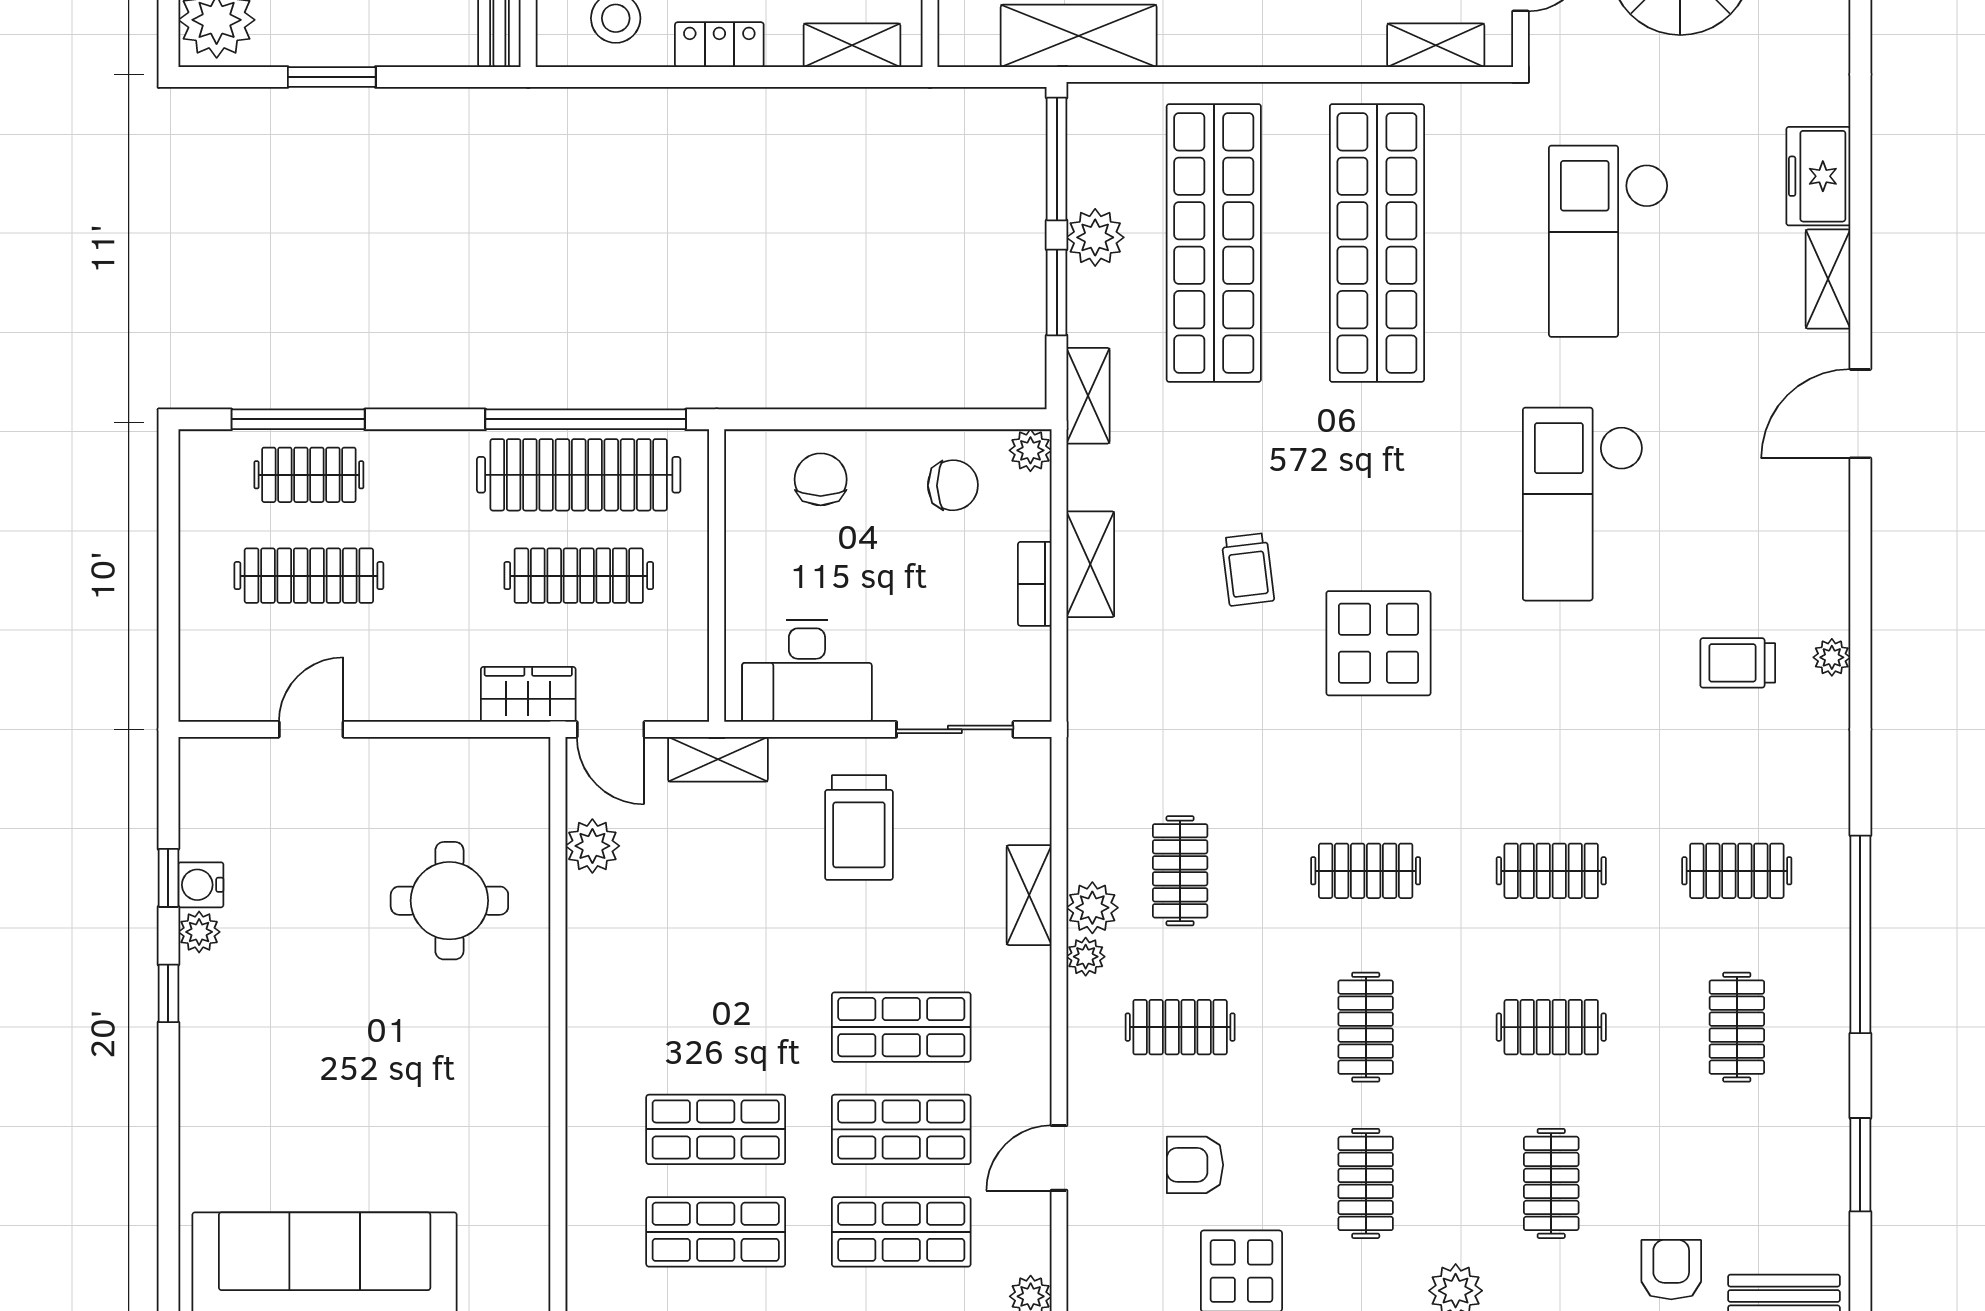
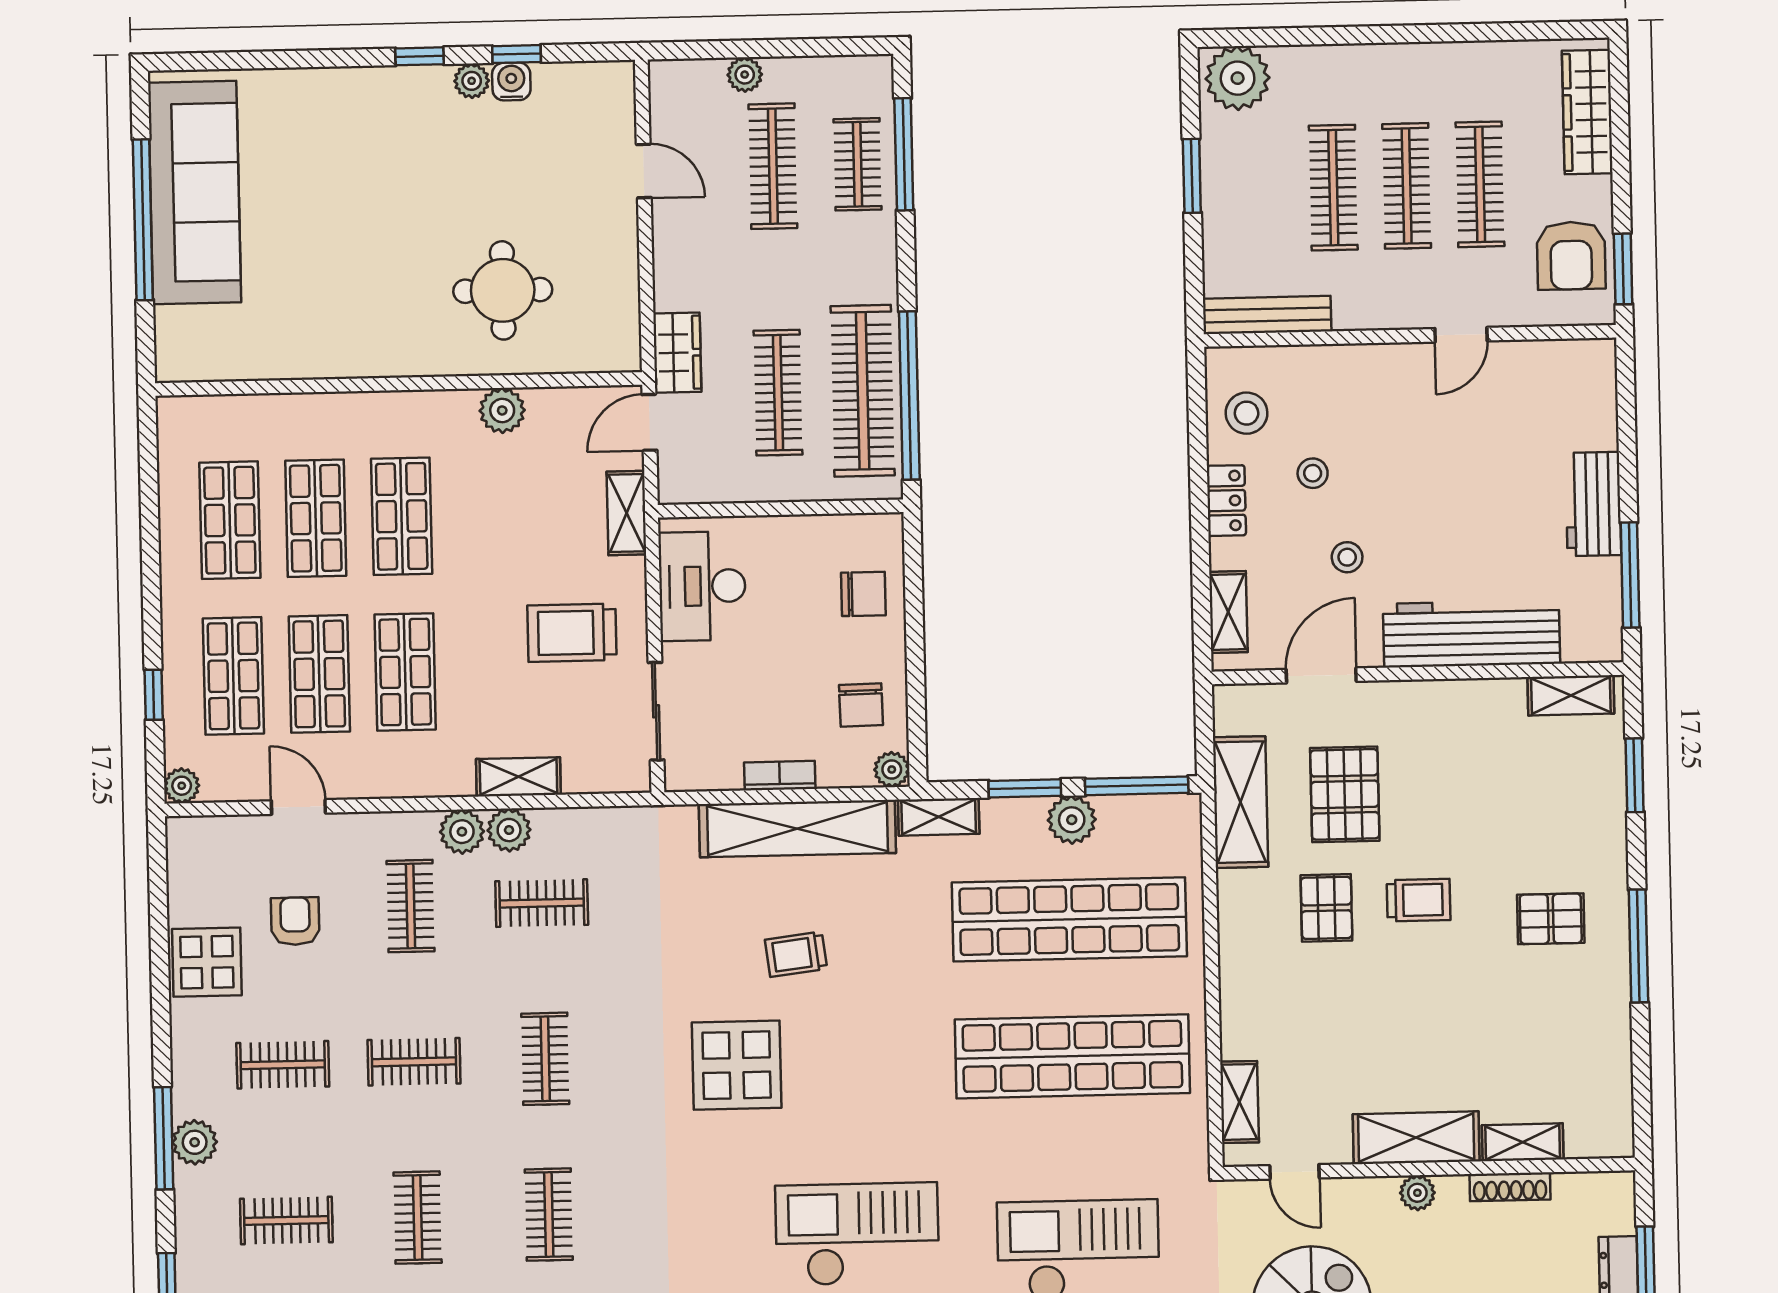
shelving: (1090, 564) -> (797, 829), width x2.20, depth x1.33
plant: (199, 607) -> (745, 75), added
plant: (592, 846) -> (502, 410), moved
plant: (1086, 957) -> (462, 832), width x1.38, depth x1.38
shop shelf: (716, 1027) -> (402, 516), added

